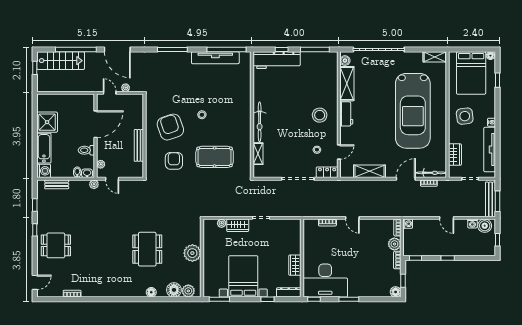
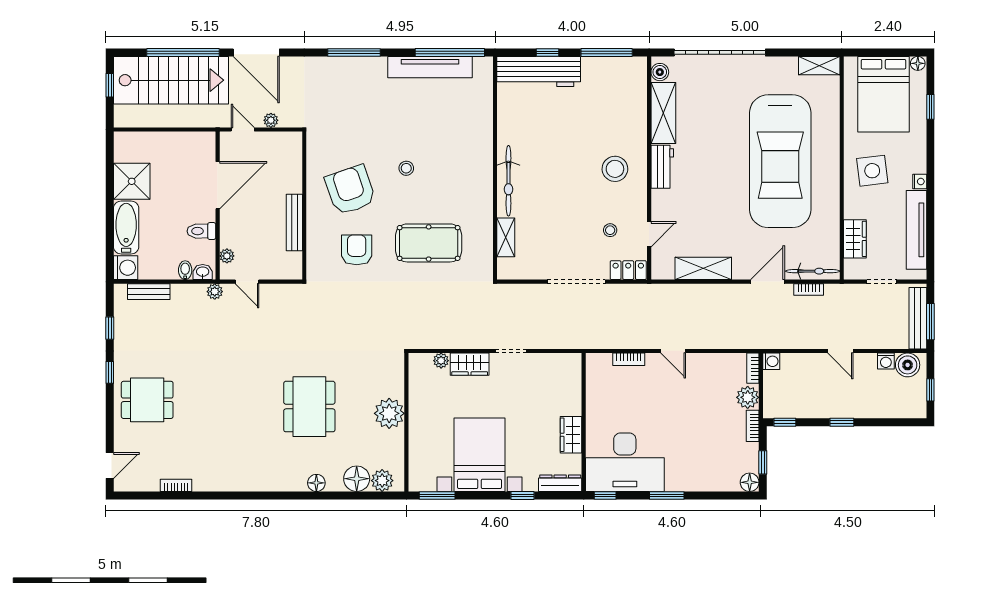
stairs: (61, 61) -> (171, 80), width x1.36, depth x1.51

